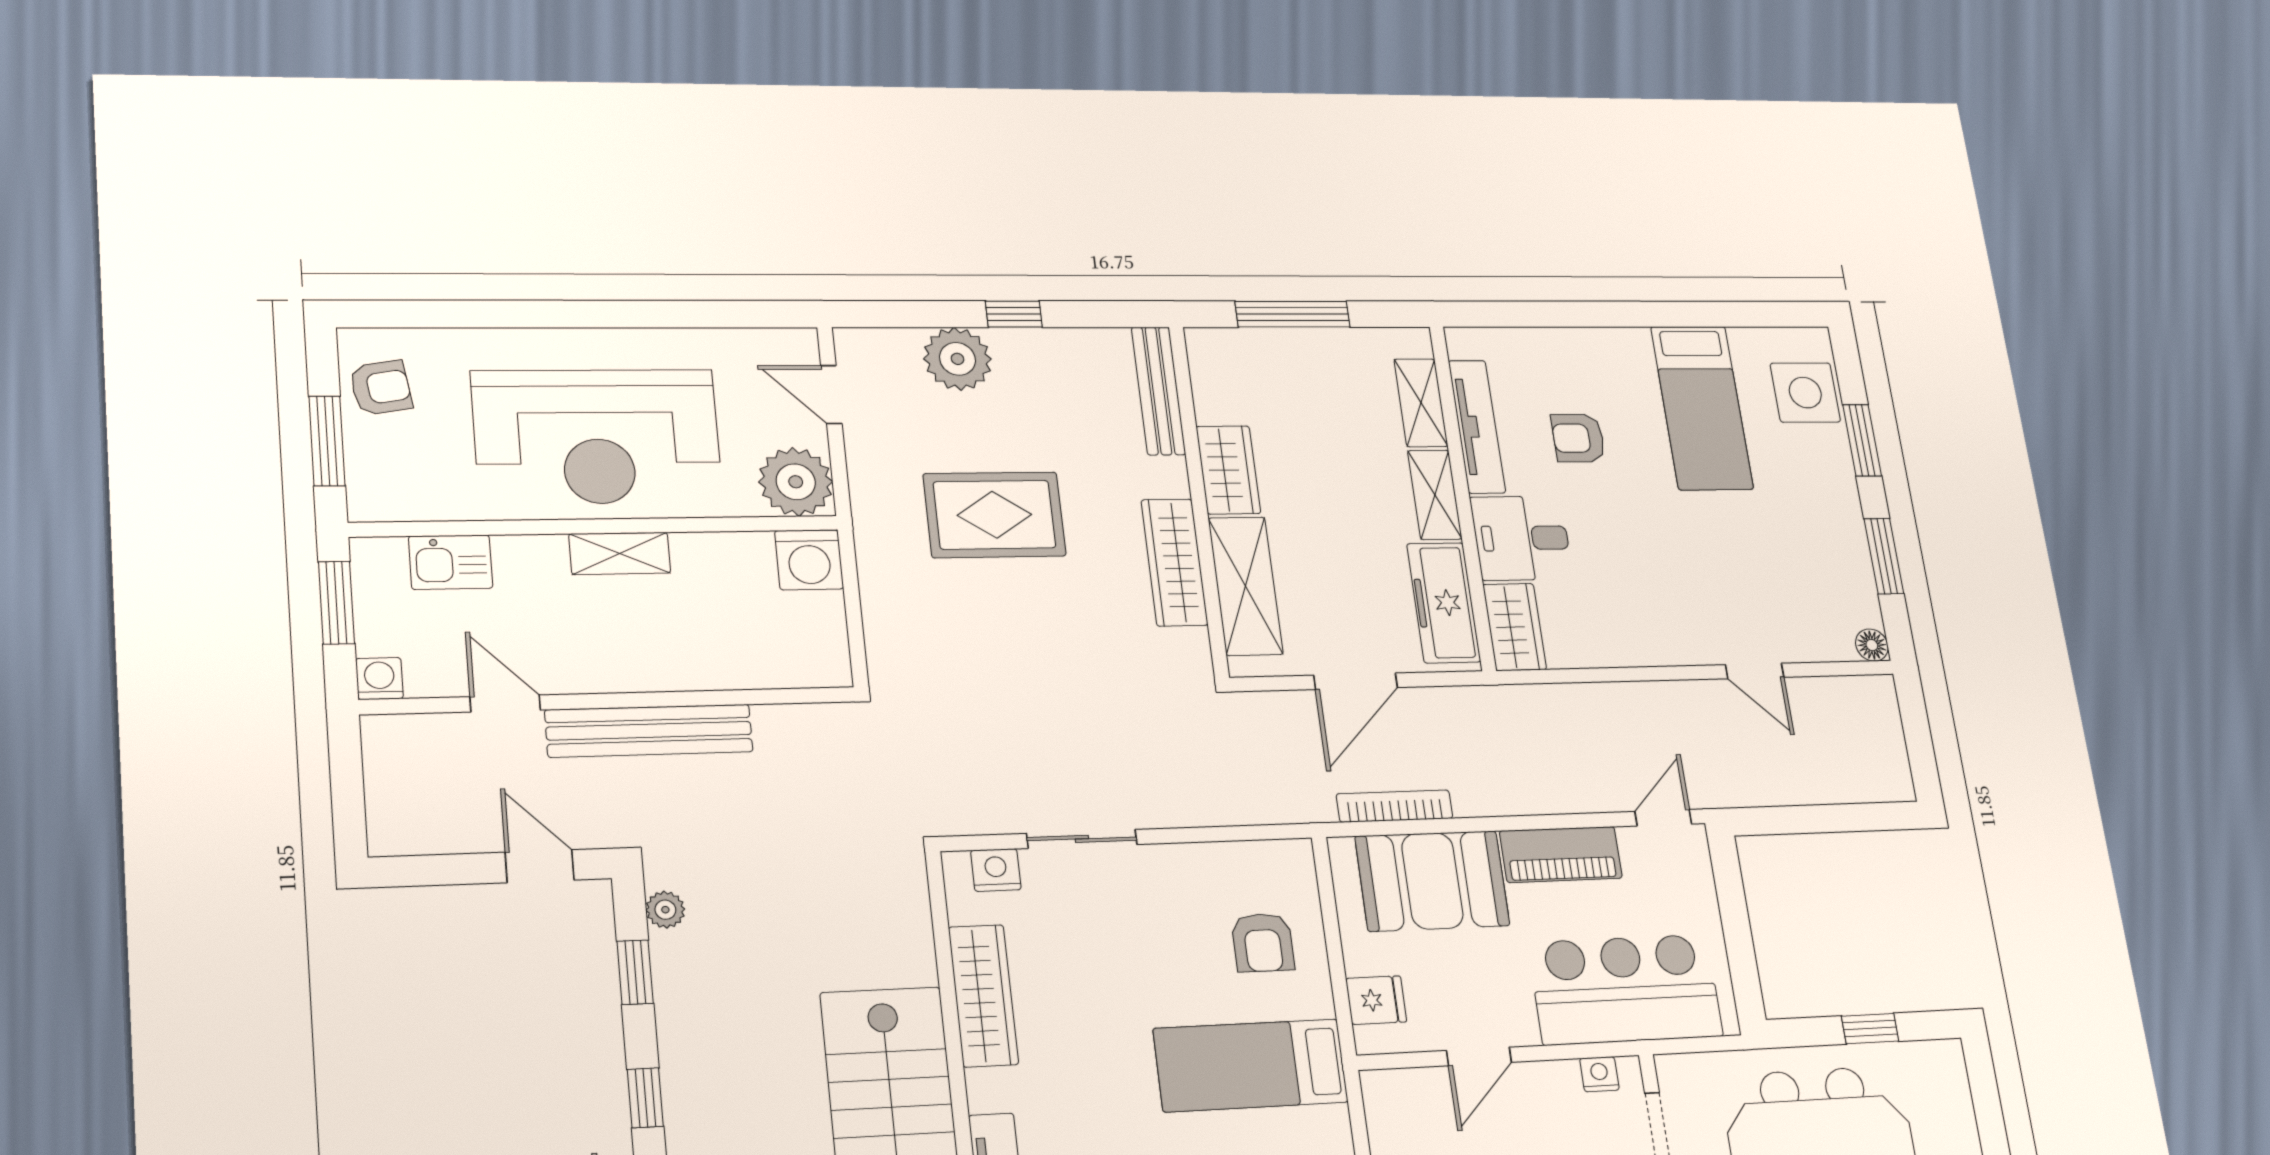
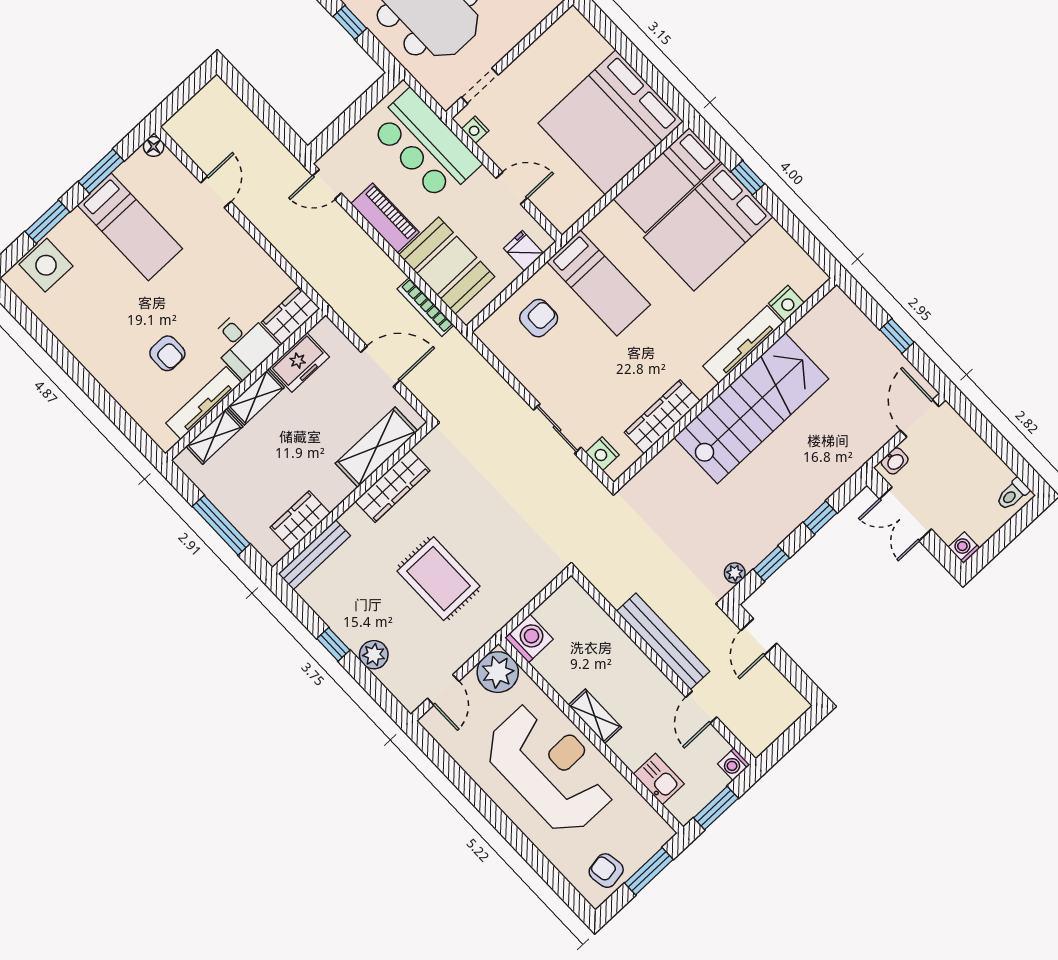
plant: (957, 359) -> (374, 655), width x0.73, depth x0.73
bed: (1702, 408) -> (130, 227), moved, turned 90
wardrobe: (1228, 470) -> (300, 520), moved
freezer: (1444, 603) -> (299, 362), width x0.71

